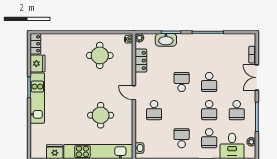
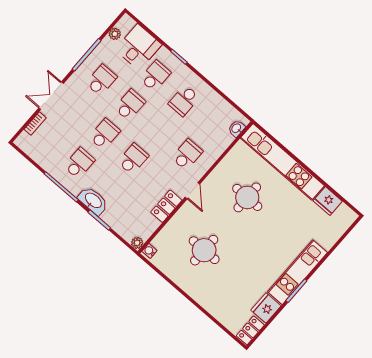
washbasin: (166, 40) -> (93, 201), moved
school desk: (209, 54) -> (79, 163), added
round table: (100, 55) -> (204, 250), moved
locker: (141, 61) -> (166, 206), moved
double door: (257, 78) -> (51, 96), swing flipped
school desk: (182, 82) -> (133, 159), turned 180

